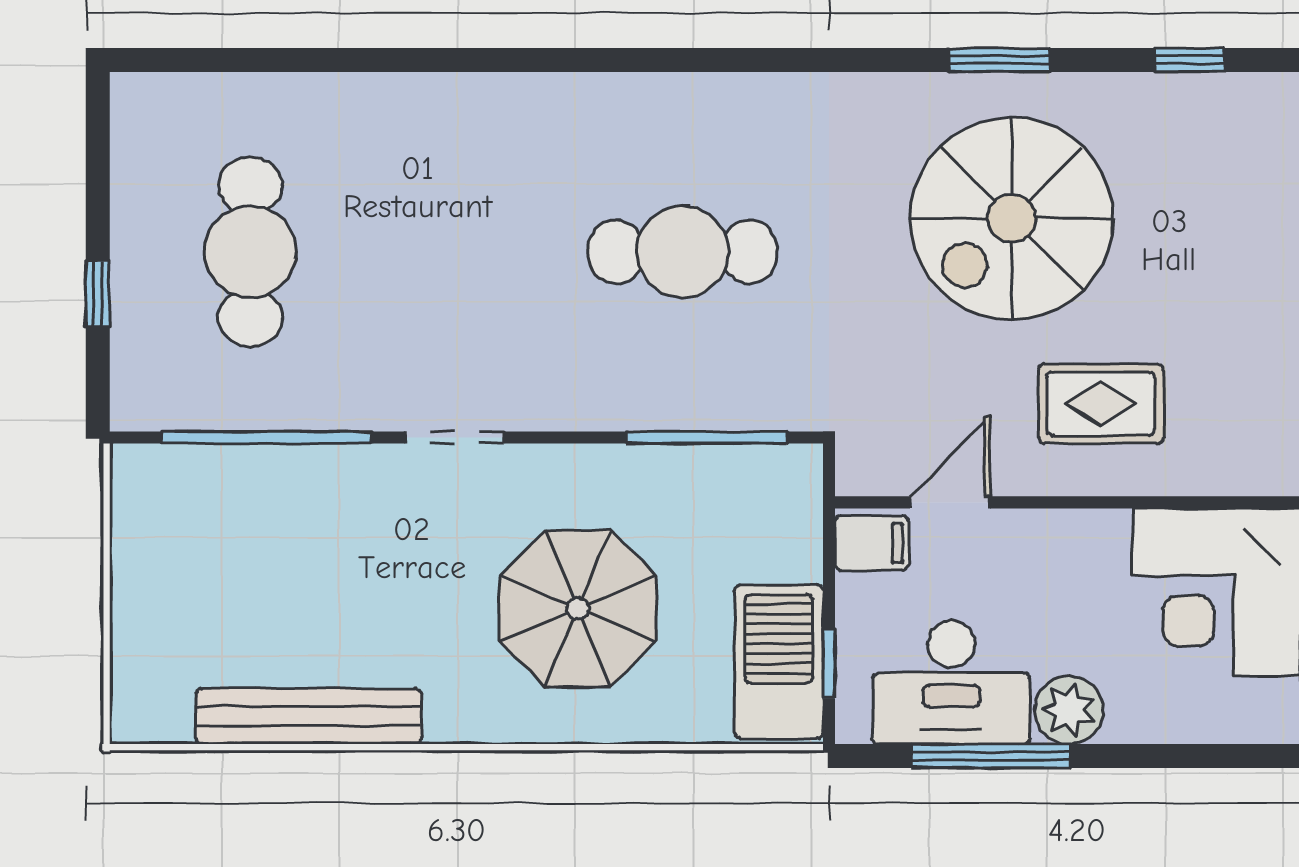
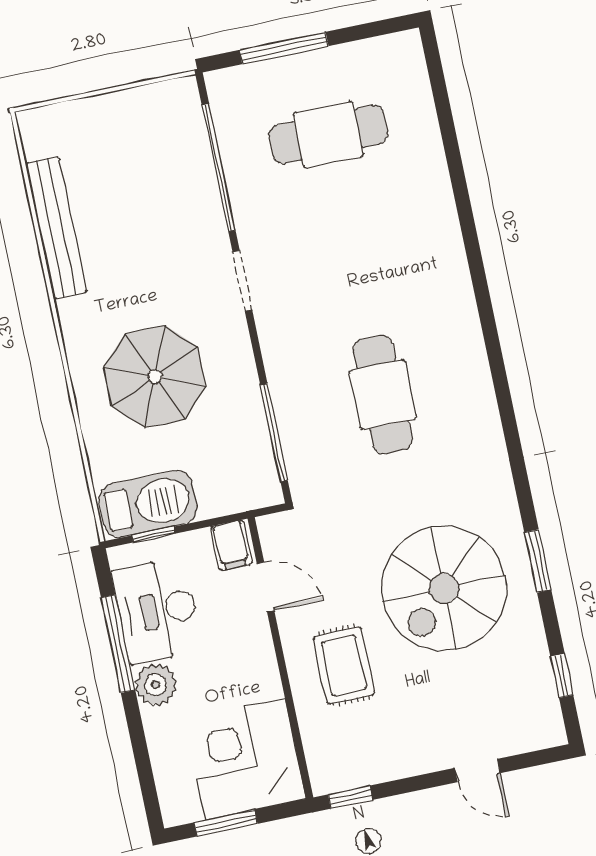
spiral stairs: (1012, 219) -> (444, 588), turned -90
window: (98, 294) -> (284, 48), width x2.17

